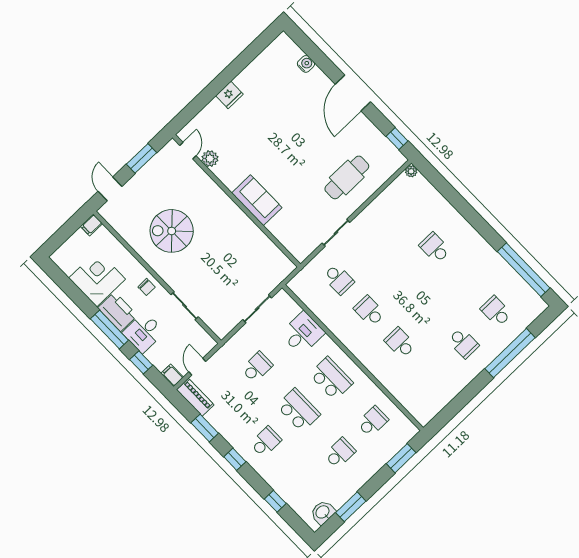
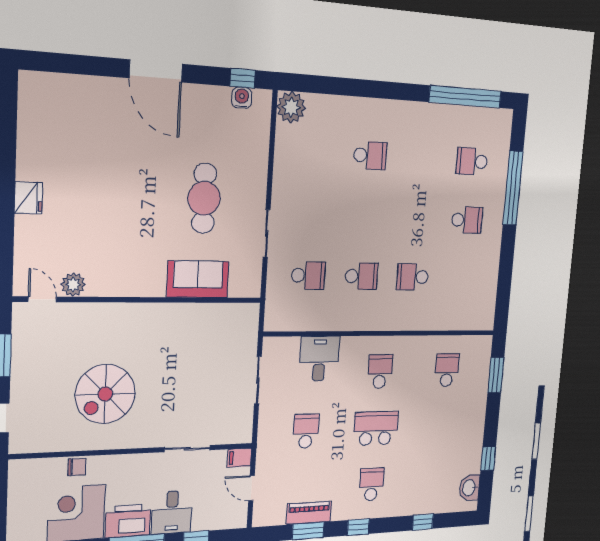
water cooler: (306, 64) -> (242, 98), moved
plant: (411, 171) -> (291, 107), width x1.88, depth x1.88
cafe table: (347, 177) -> (204, 198), moved
sofa: (257, 200) -> (198, 279), moved
filing cabinet: (91, 225) -> (17, 471), removed
school desk: (435, 248) -> (370, 155), turned 180
chair: (147, 287) -> (77, 467), moved
school desk: (369, 311) -> (361, 276), turned 180
filing cabinet: (172, 375) -> (239, 458), moved
school desk: (331, 378) -> (380, 371), width x0.54
piano: (195, 397) -> (309, 513), moved
school desk: (340, 453) -> (442, 426), removed
window: (351, 507) -> (488, 459), width x0.67

